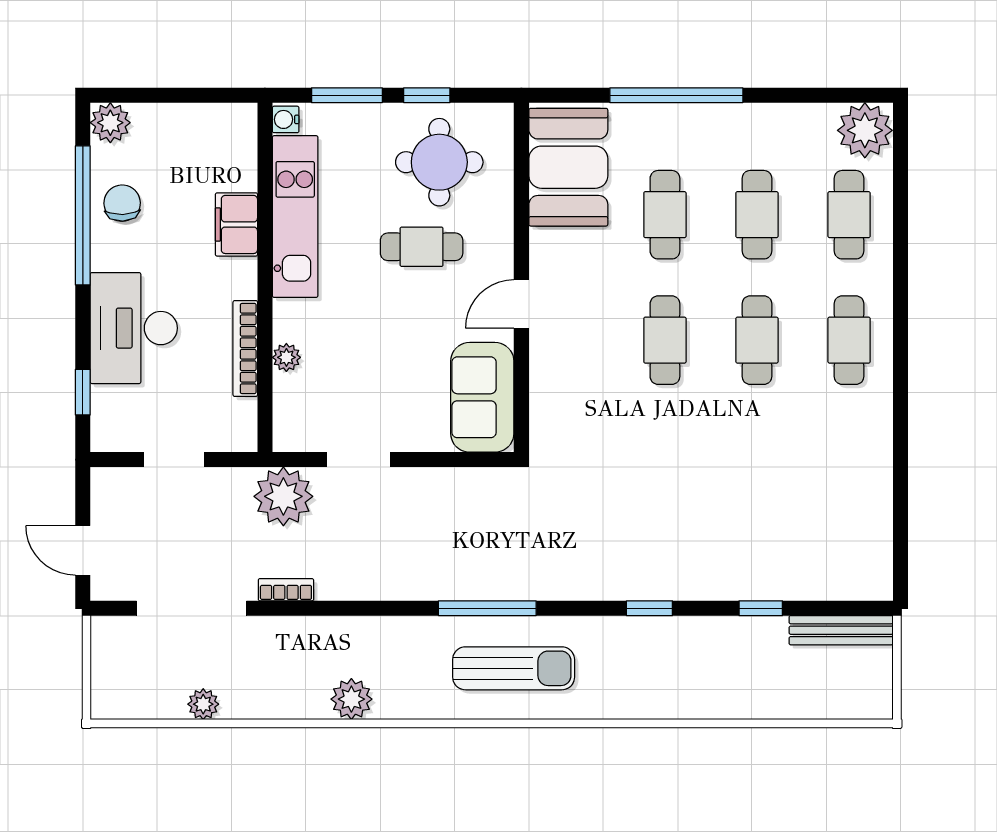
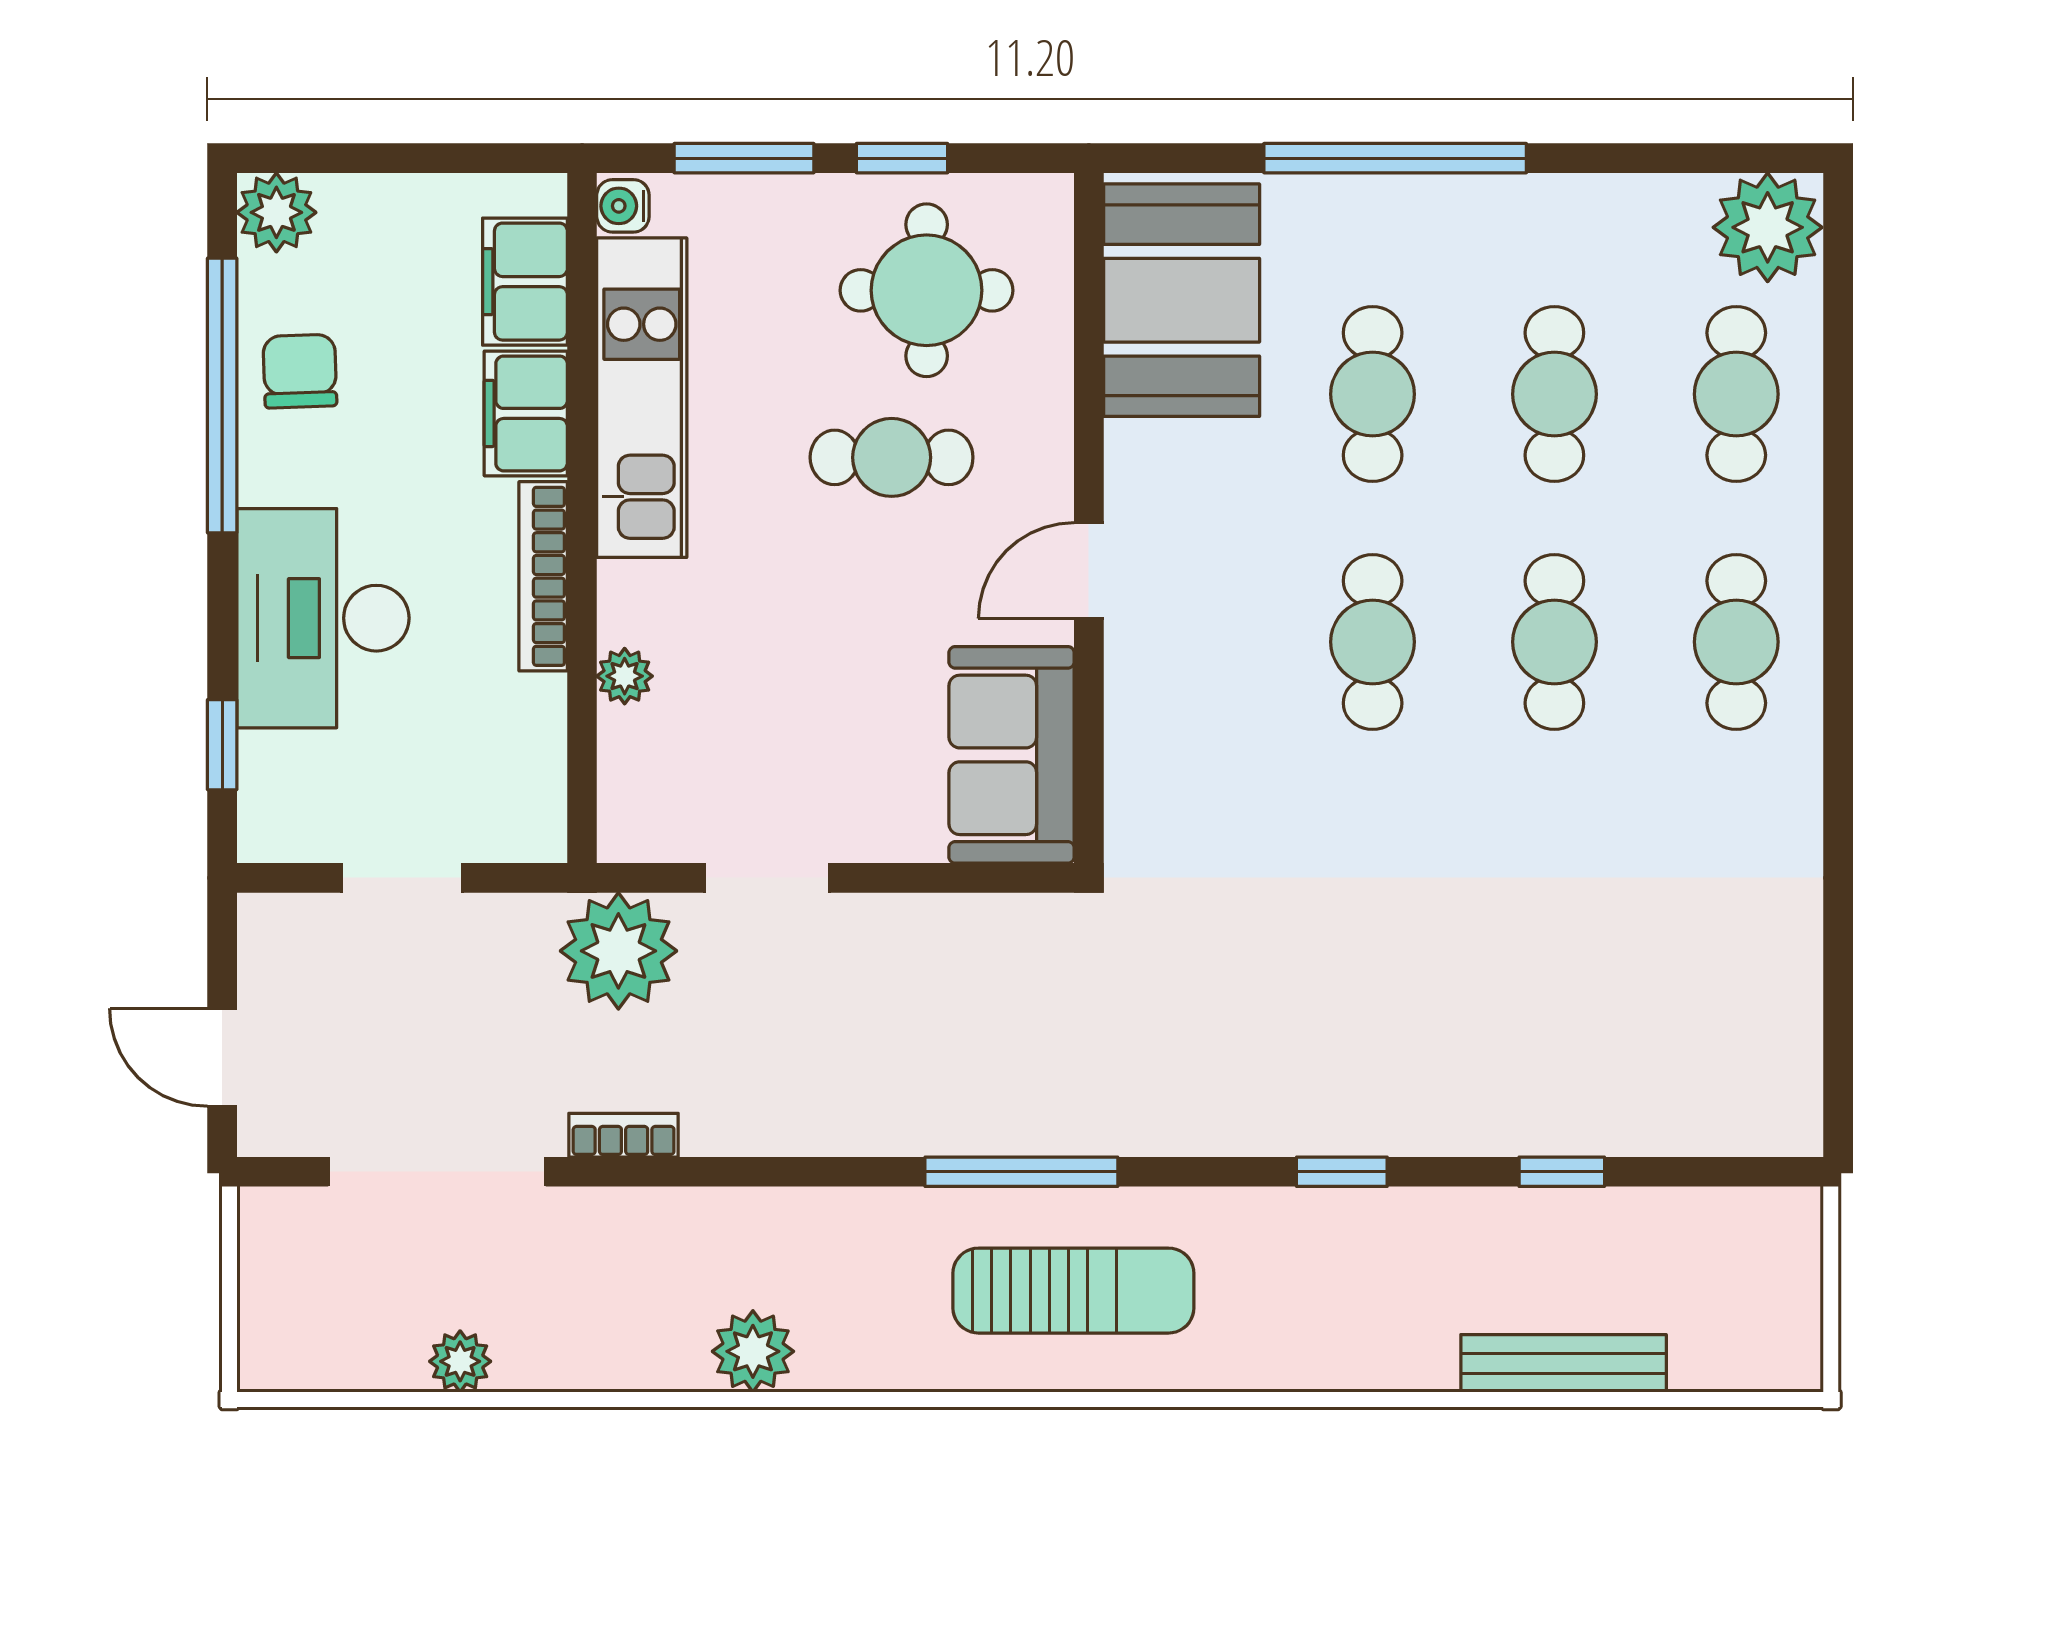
filing cabinet: (236, 158) -> (525, 282), added
bookcase: (245, 349) -> (543, 576), moved
bench: (841, 630) -> (1564, 1363), moved

